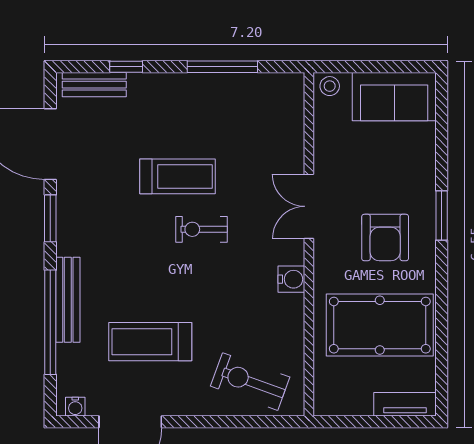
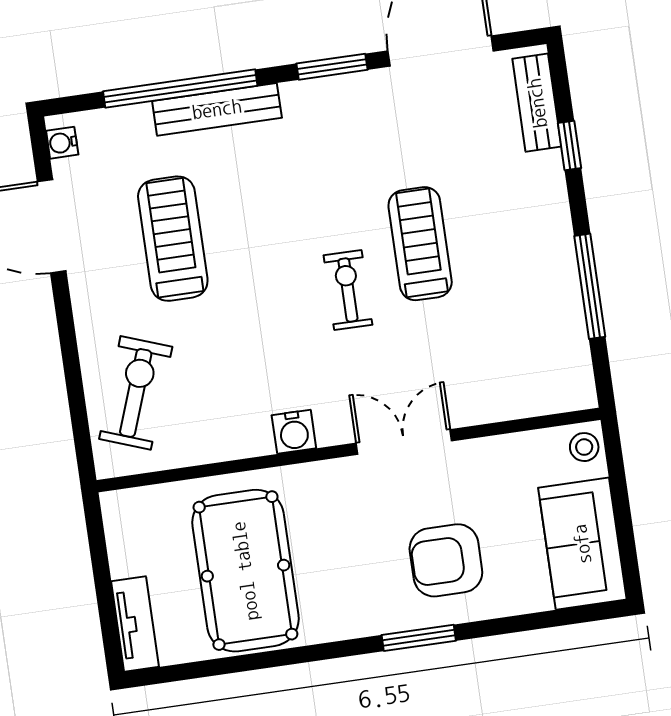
treadmill: (177, 176) -> (420, 244), turned 180
armchair: (385, 237) -> (446, 560), moved

